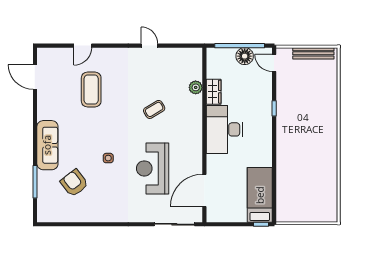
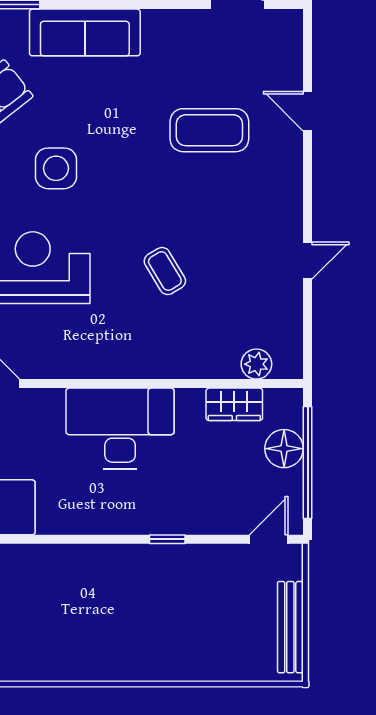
floor lamp: (245, 56) -> (284, 449), moved
plant: (196, 87) -> (256, 364), moved
wardrobe: (214, 92) -> (234, 404), moved
side table: (108, 158) -> (56, 168), width x1.87, depth x1.87

